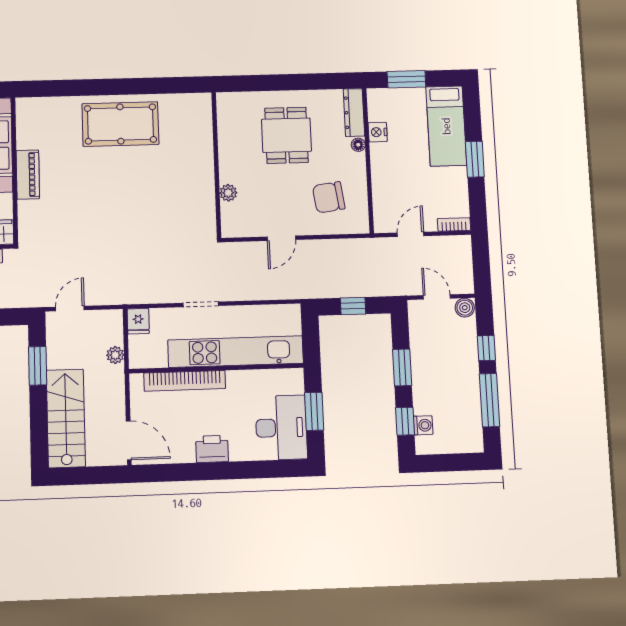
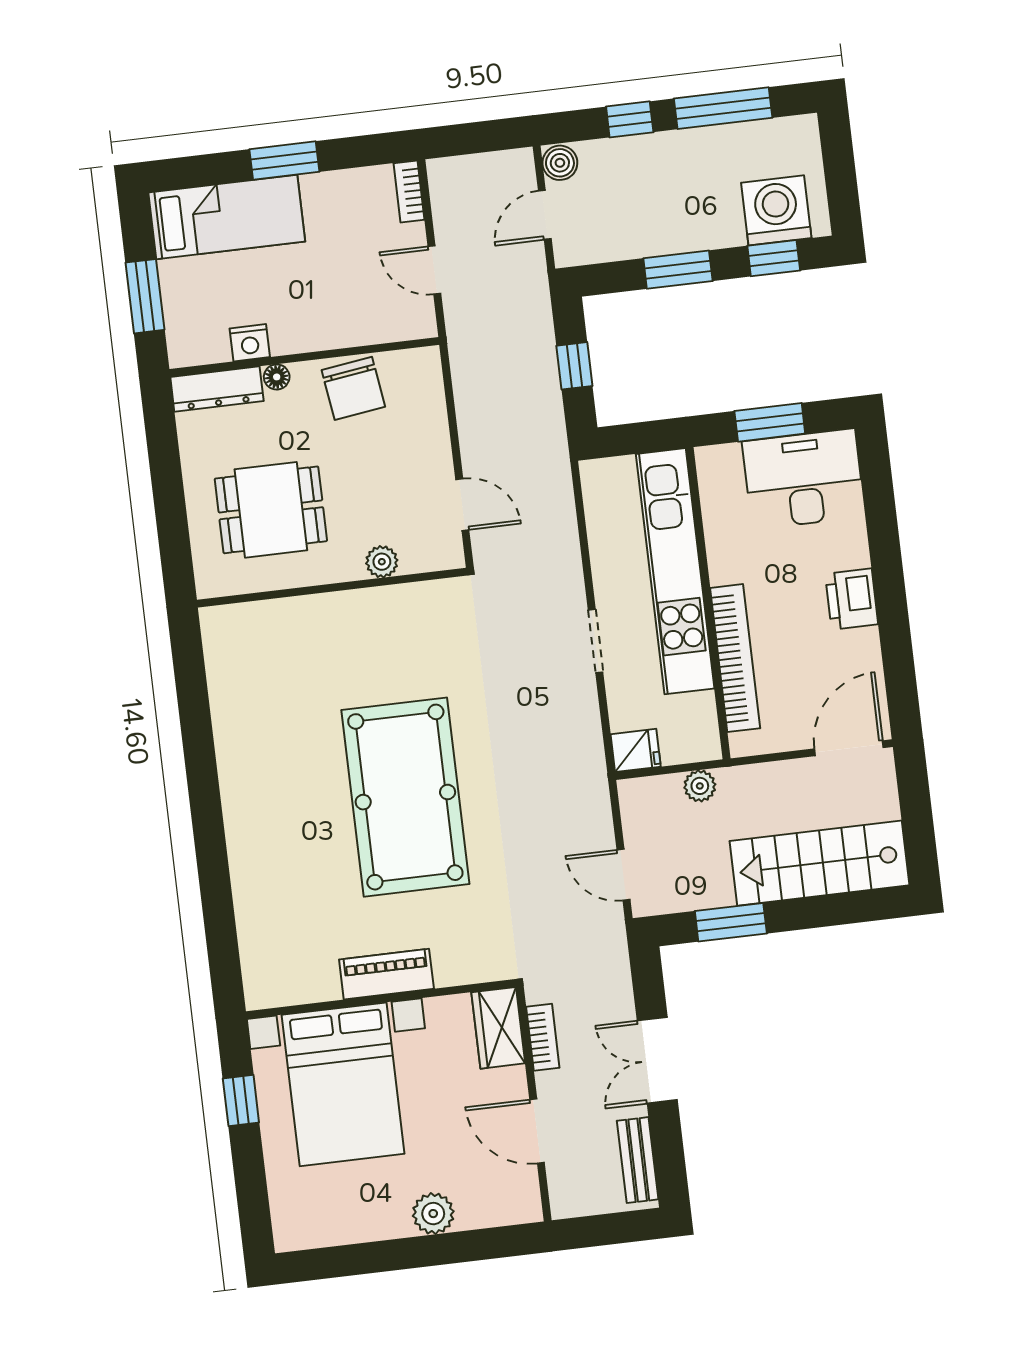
pool table: (120, 124) -> (405, 797), moved, width x1.36, depth x1.32
wall: (216, 165) -> (332, 588), moved
plant: (228, 193) -> (382, 562), moved
chair: (329, 197) -> (353, 388), moved
washing machine: (423, 425) -> (776, 210), width x1.89, depth x1.89

